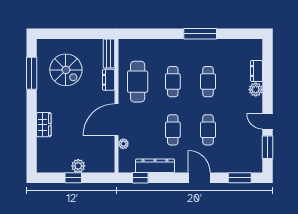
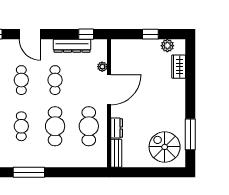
spiral stairs: (66, 70) -> (165, 147), moved
cafe table: (173, 82) -> (55, 126), width x1.37, depth x1.35
wardrobe: (44, 125) -> (179, 67), moved
plant: (78, 166) -> (167, 46), moved

